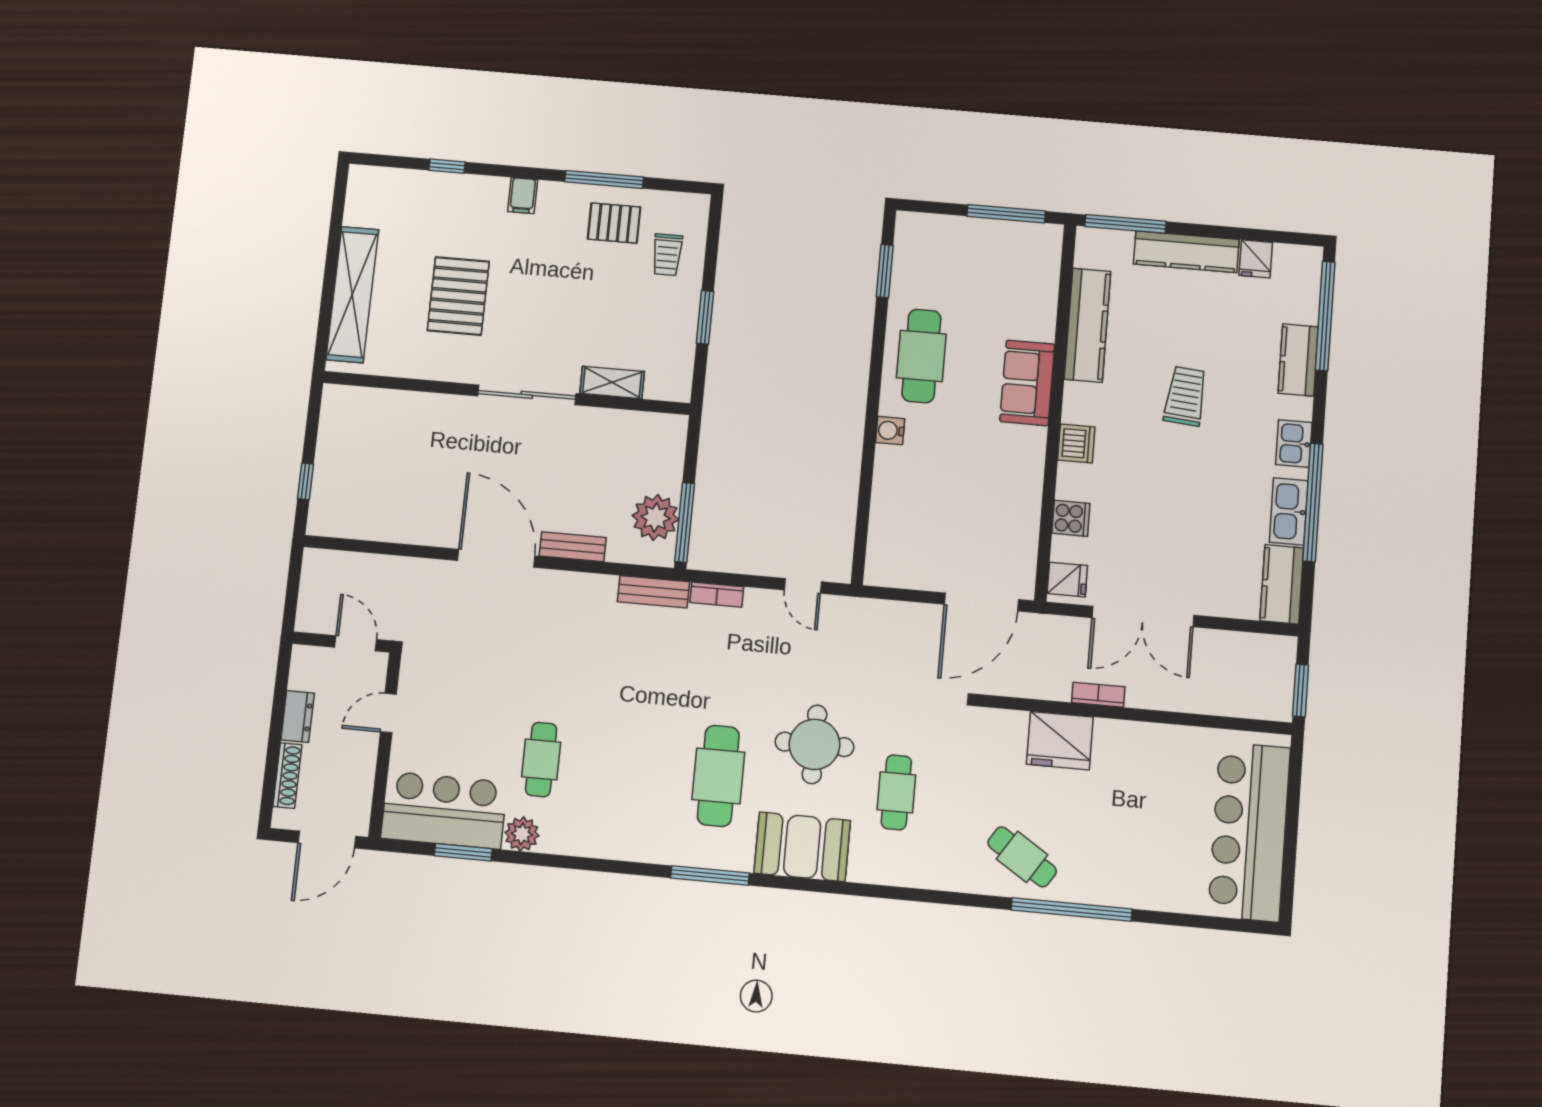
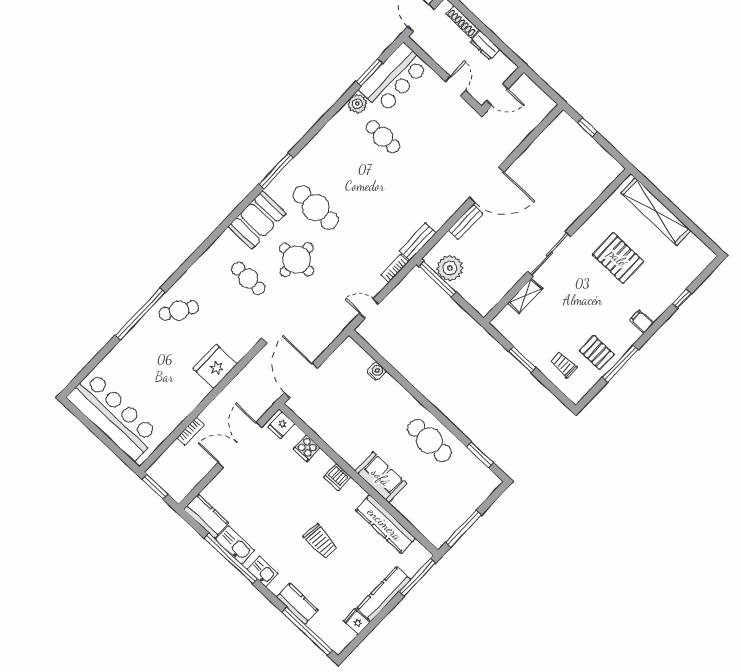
pallet: (614, 223) -> (597, 352), turned 90
water cooler: (890, 431) -> (376, 371), moved
bookcase: (1098, 695) -> (191, 431), moved

